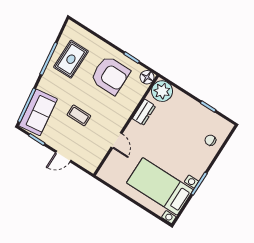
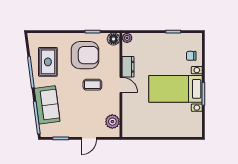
plant: (162, 91) -> (127, 38), width x0.53, depth x0.53
sofa: (38, 112) -> (47, 105), moved
coffee table: (79, 115) -> (92, 85), moved
door: (116, 140) -> (121, 85), moved
plant: (96, 155) -> (112, 122), added
bed with nightstands: (160, 186) -> (175, 89), moved

